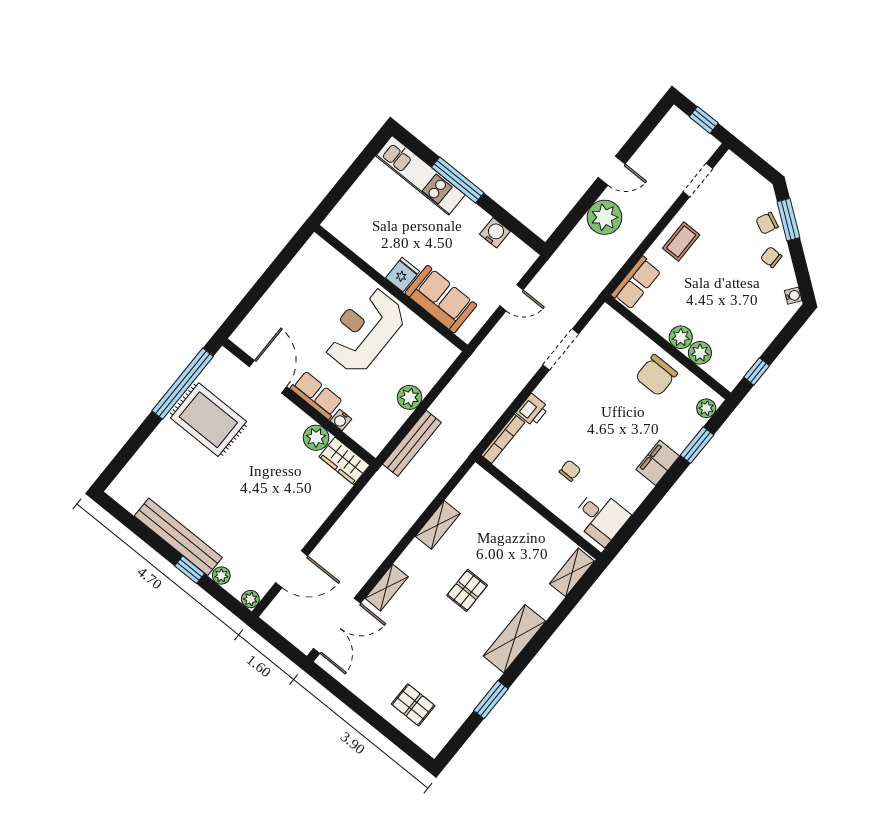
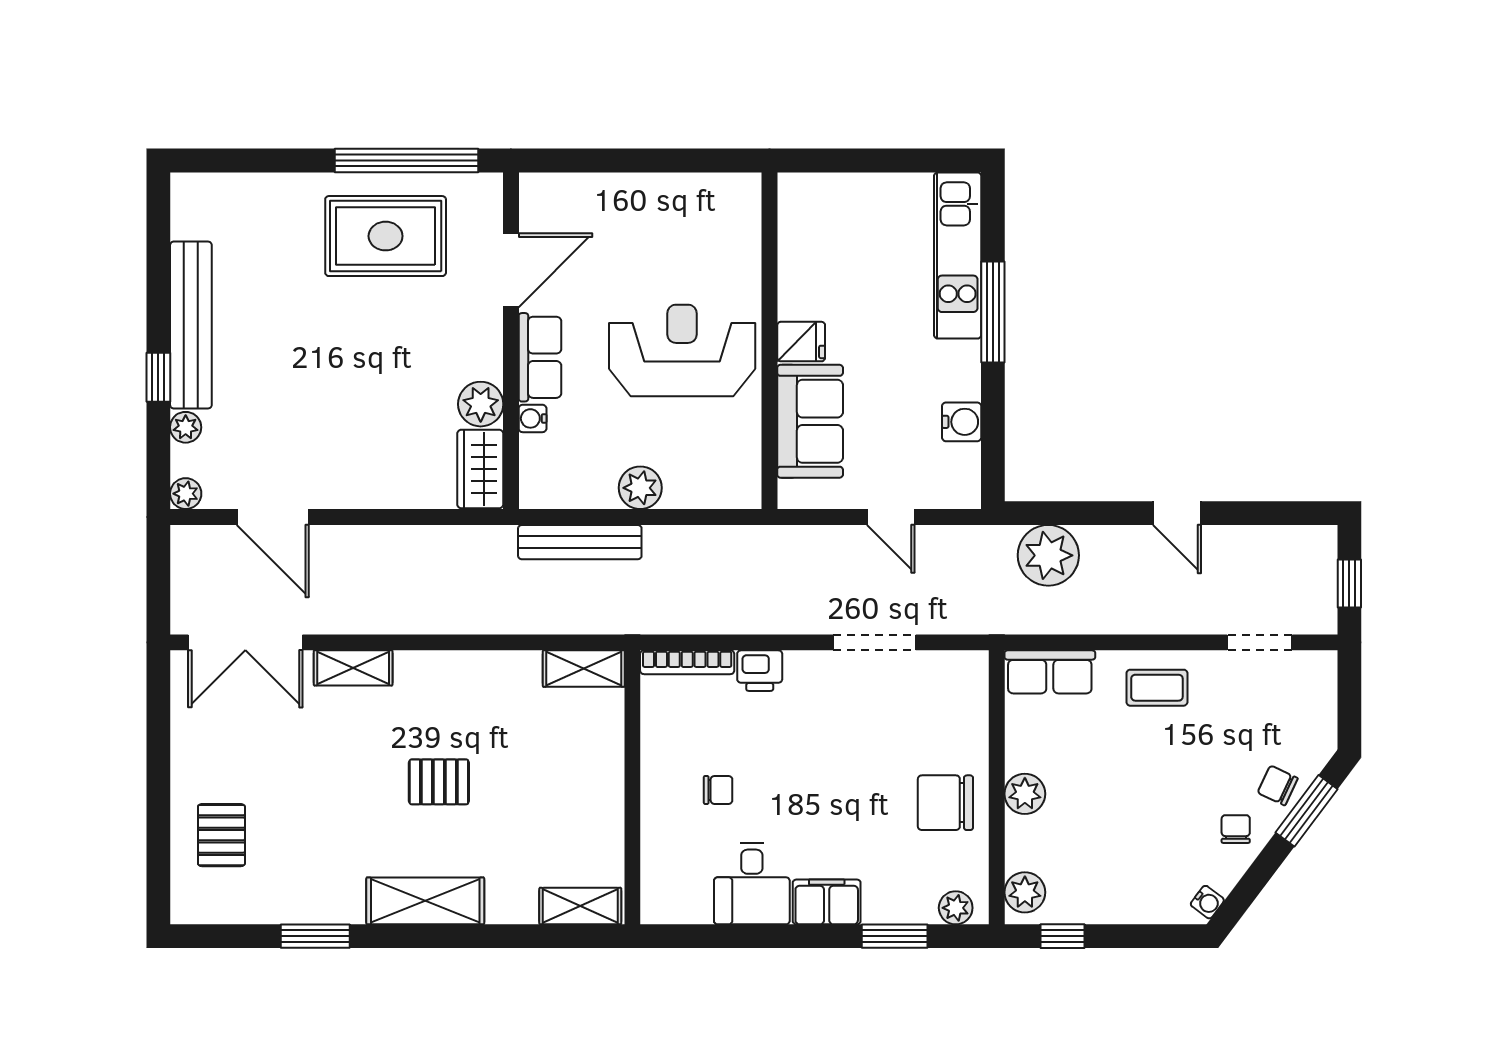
plant: (604, 217) -> (1048, 555), moved
plant: (700, 353) -> (1025, 892), moved
rug: (208, 420) -> (386, 236), turned 90
desk: (601, 517) -> (752, 884), moved
shelving: (438, 525) -> (584, 669), moved

